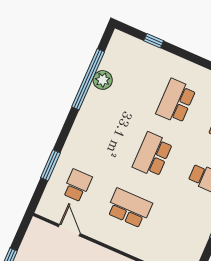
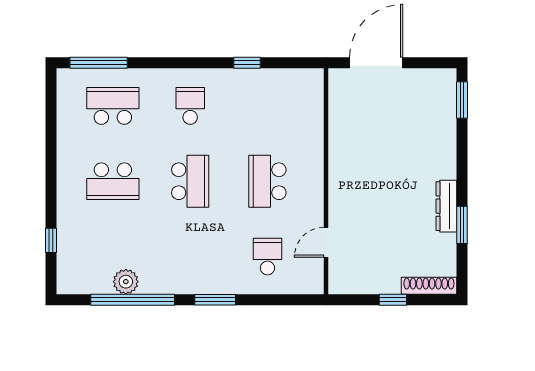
school desk: (153, 155) -> (190, 181), turned -90
window: (51, 165) -> (215, 300), moved
school desk: (77, 185) -> (267, 257), turned 90

